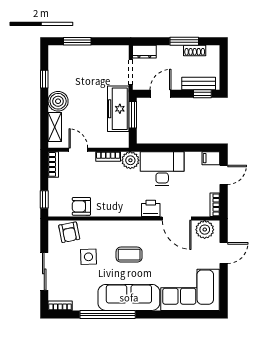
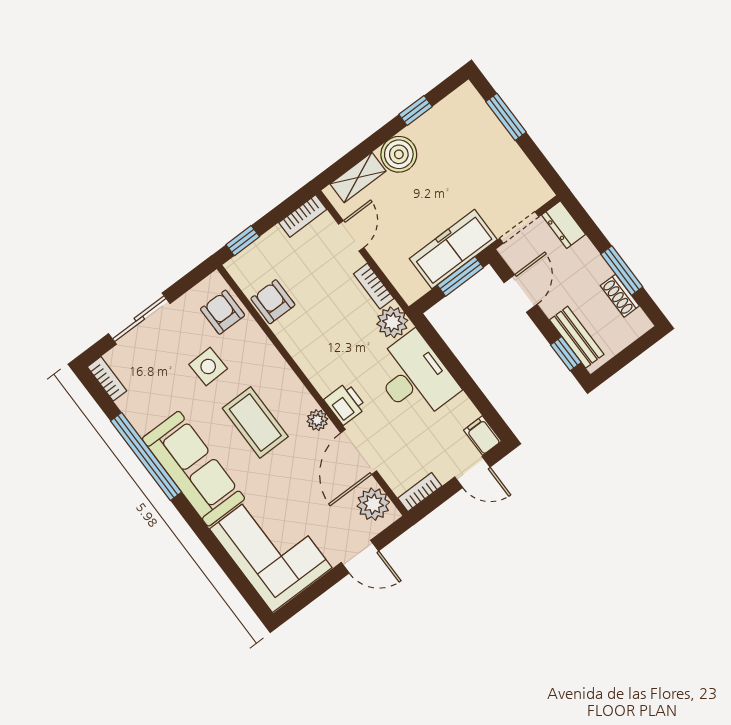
door: (161, 94) -> (521, 294), hinge flipped
plant: (149, 226) -> (317, 420), added
armchair: (69, 232) -> (223, 312), turned 101
coffee table: (129, 255) -> (255, 422), width x1.36, depth x1.30

